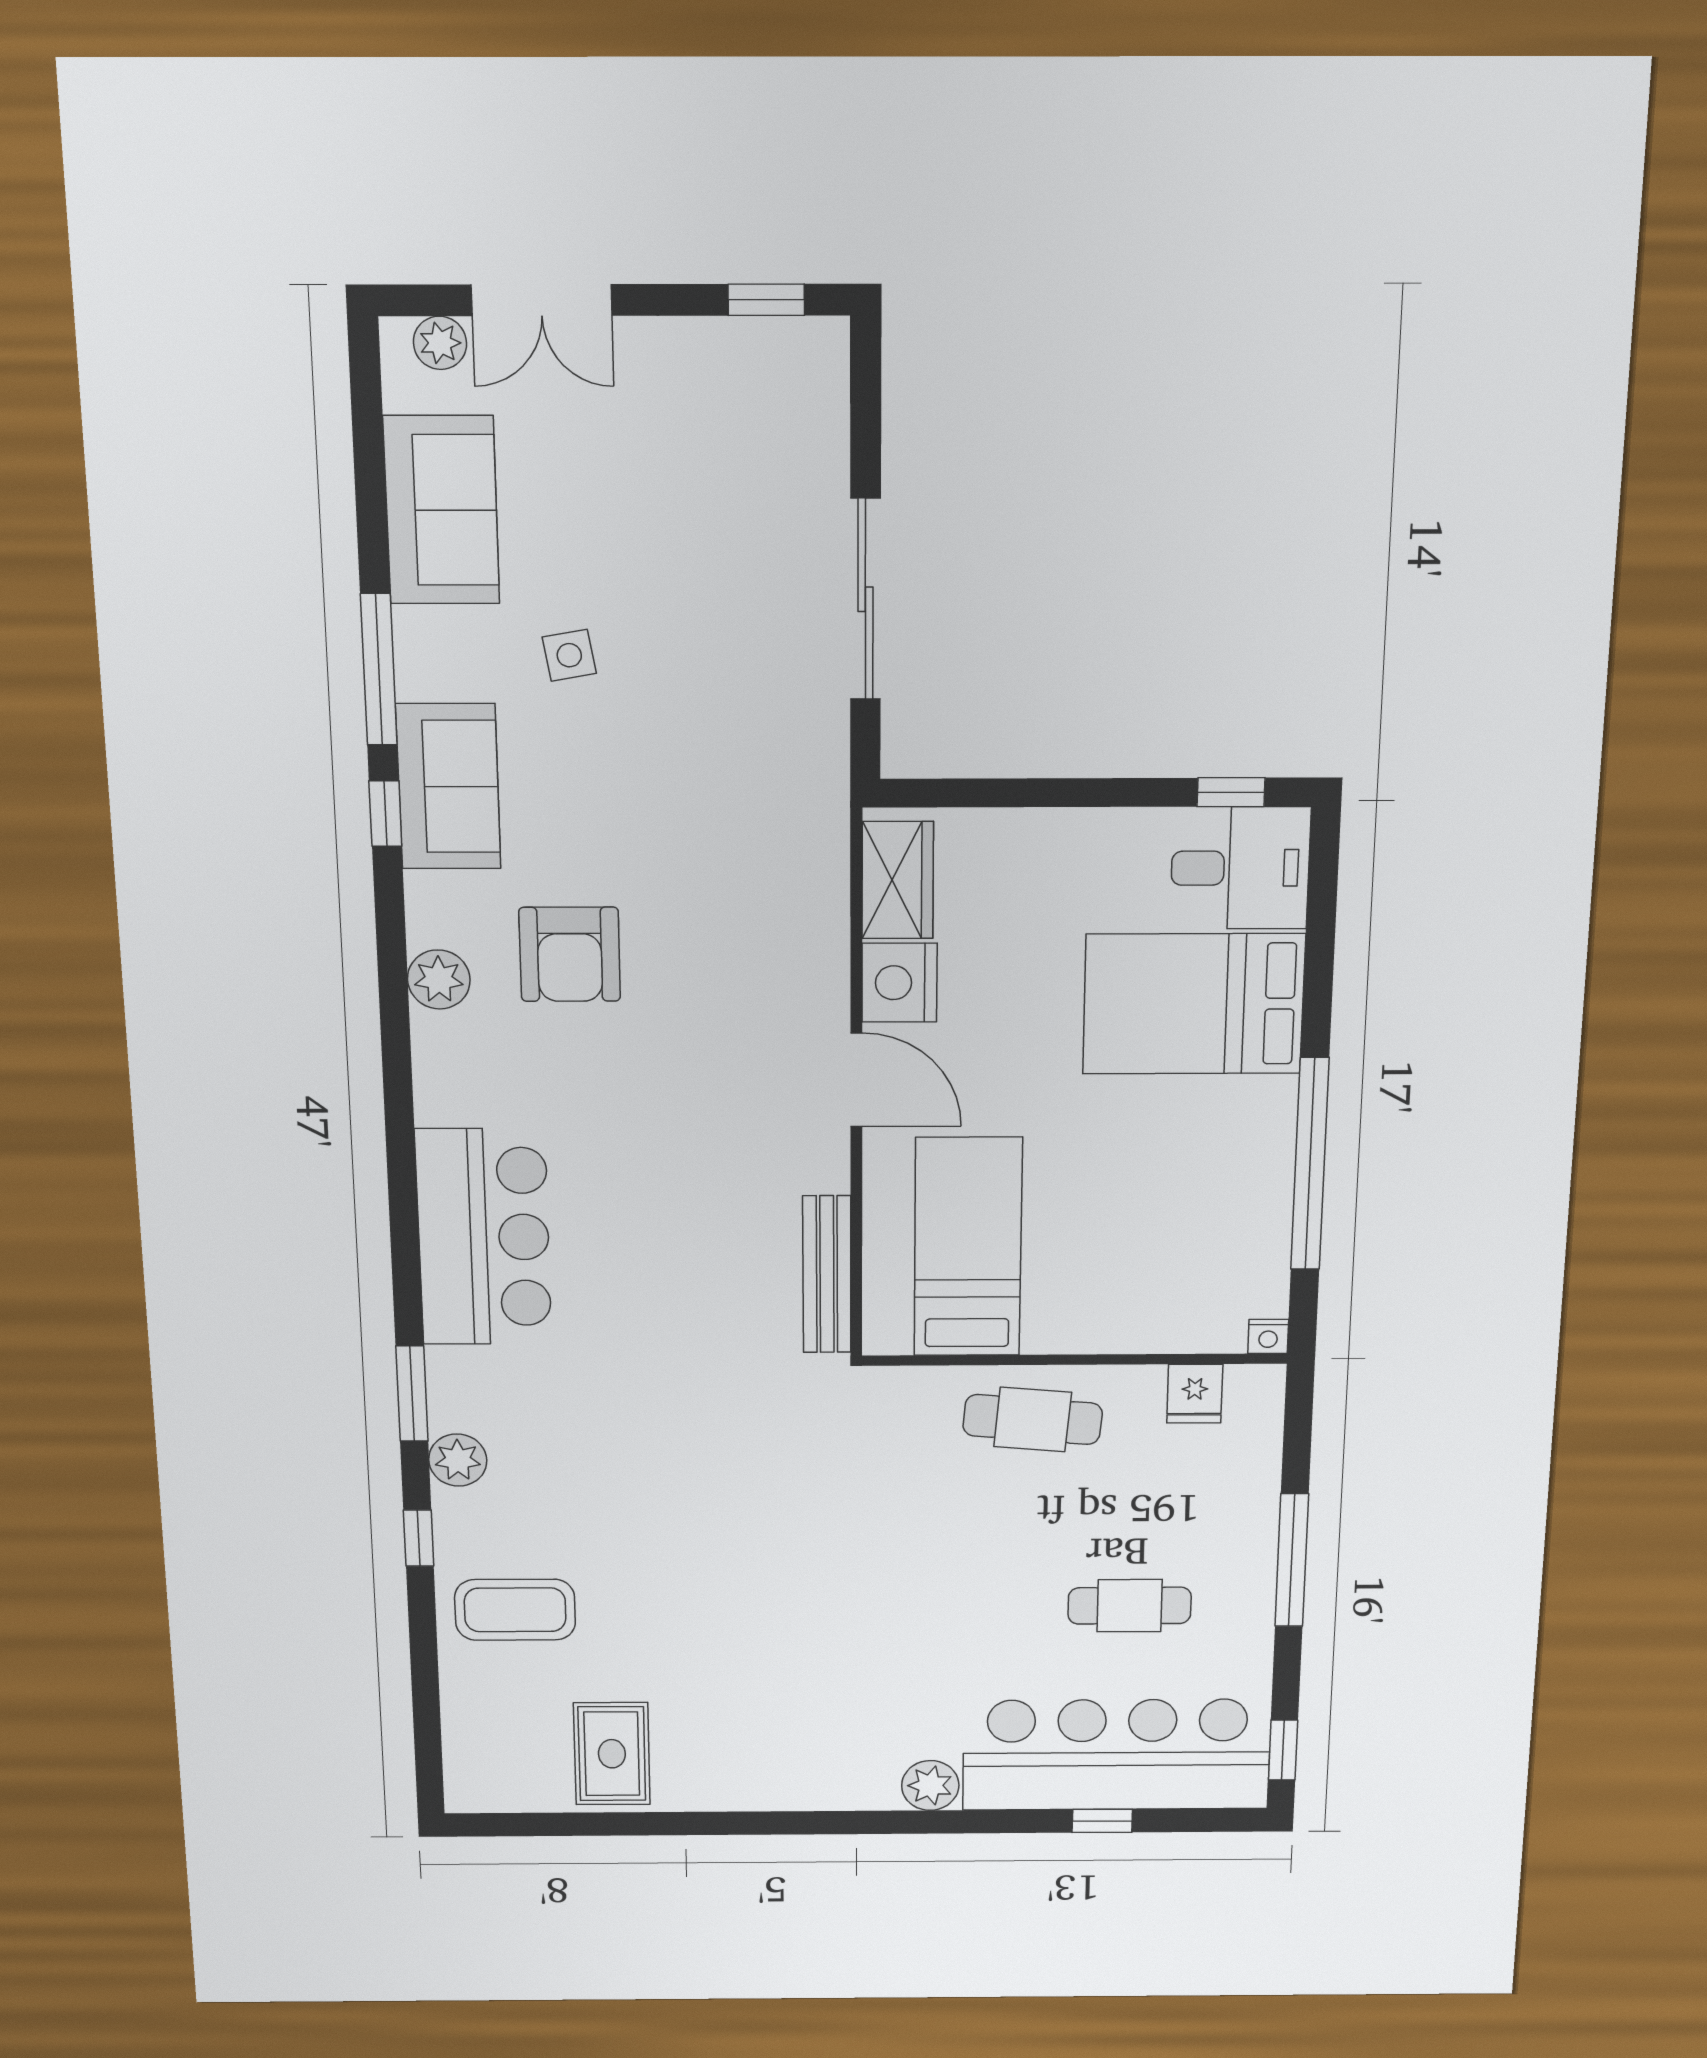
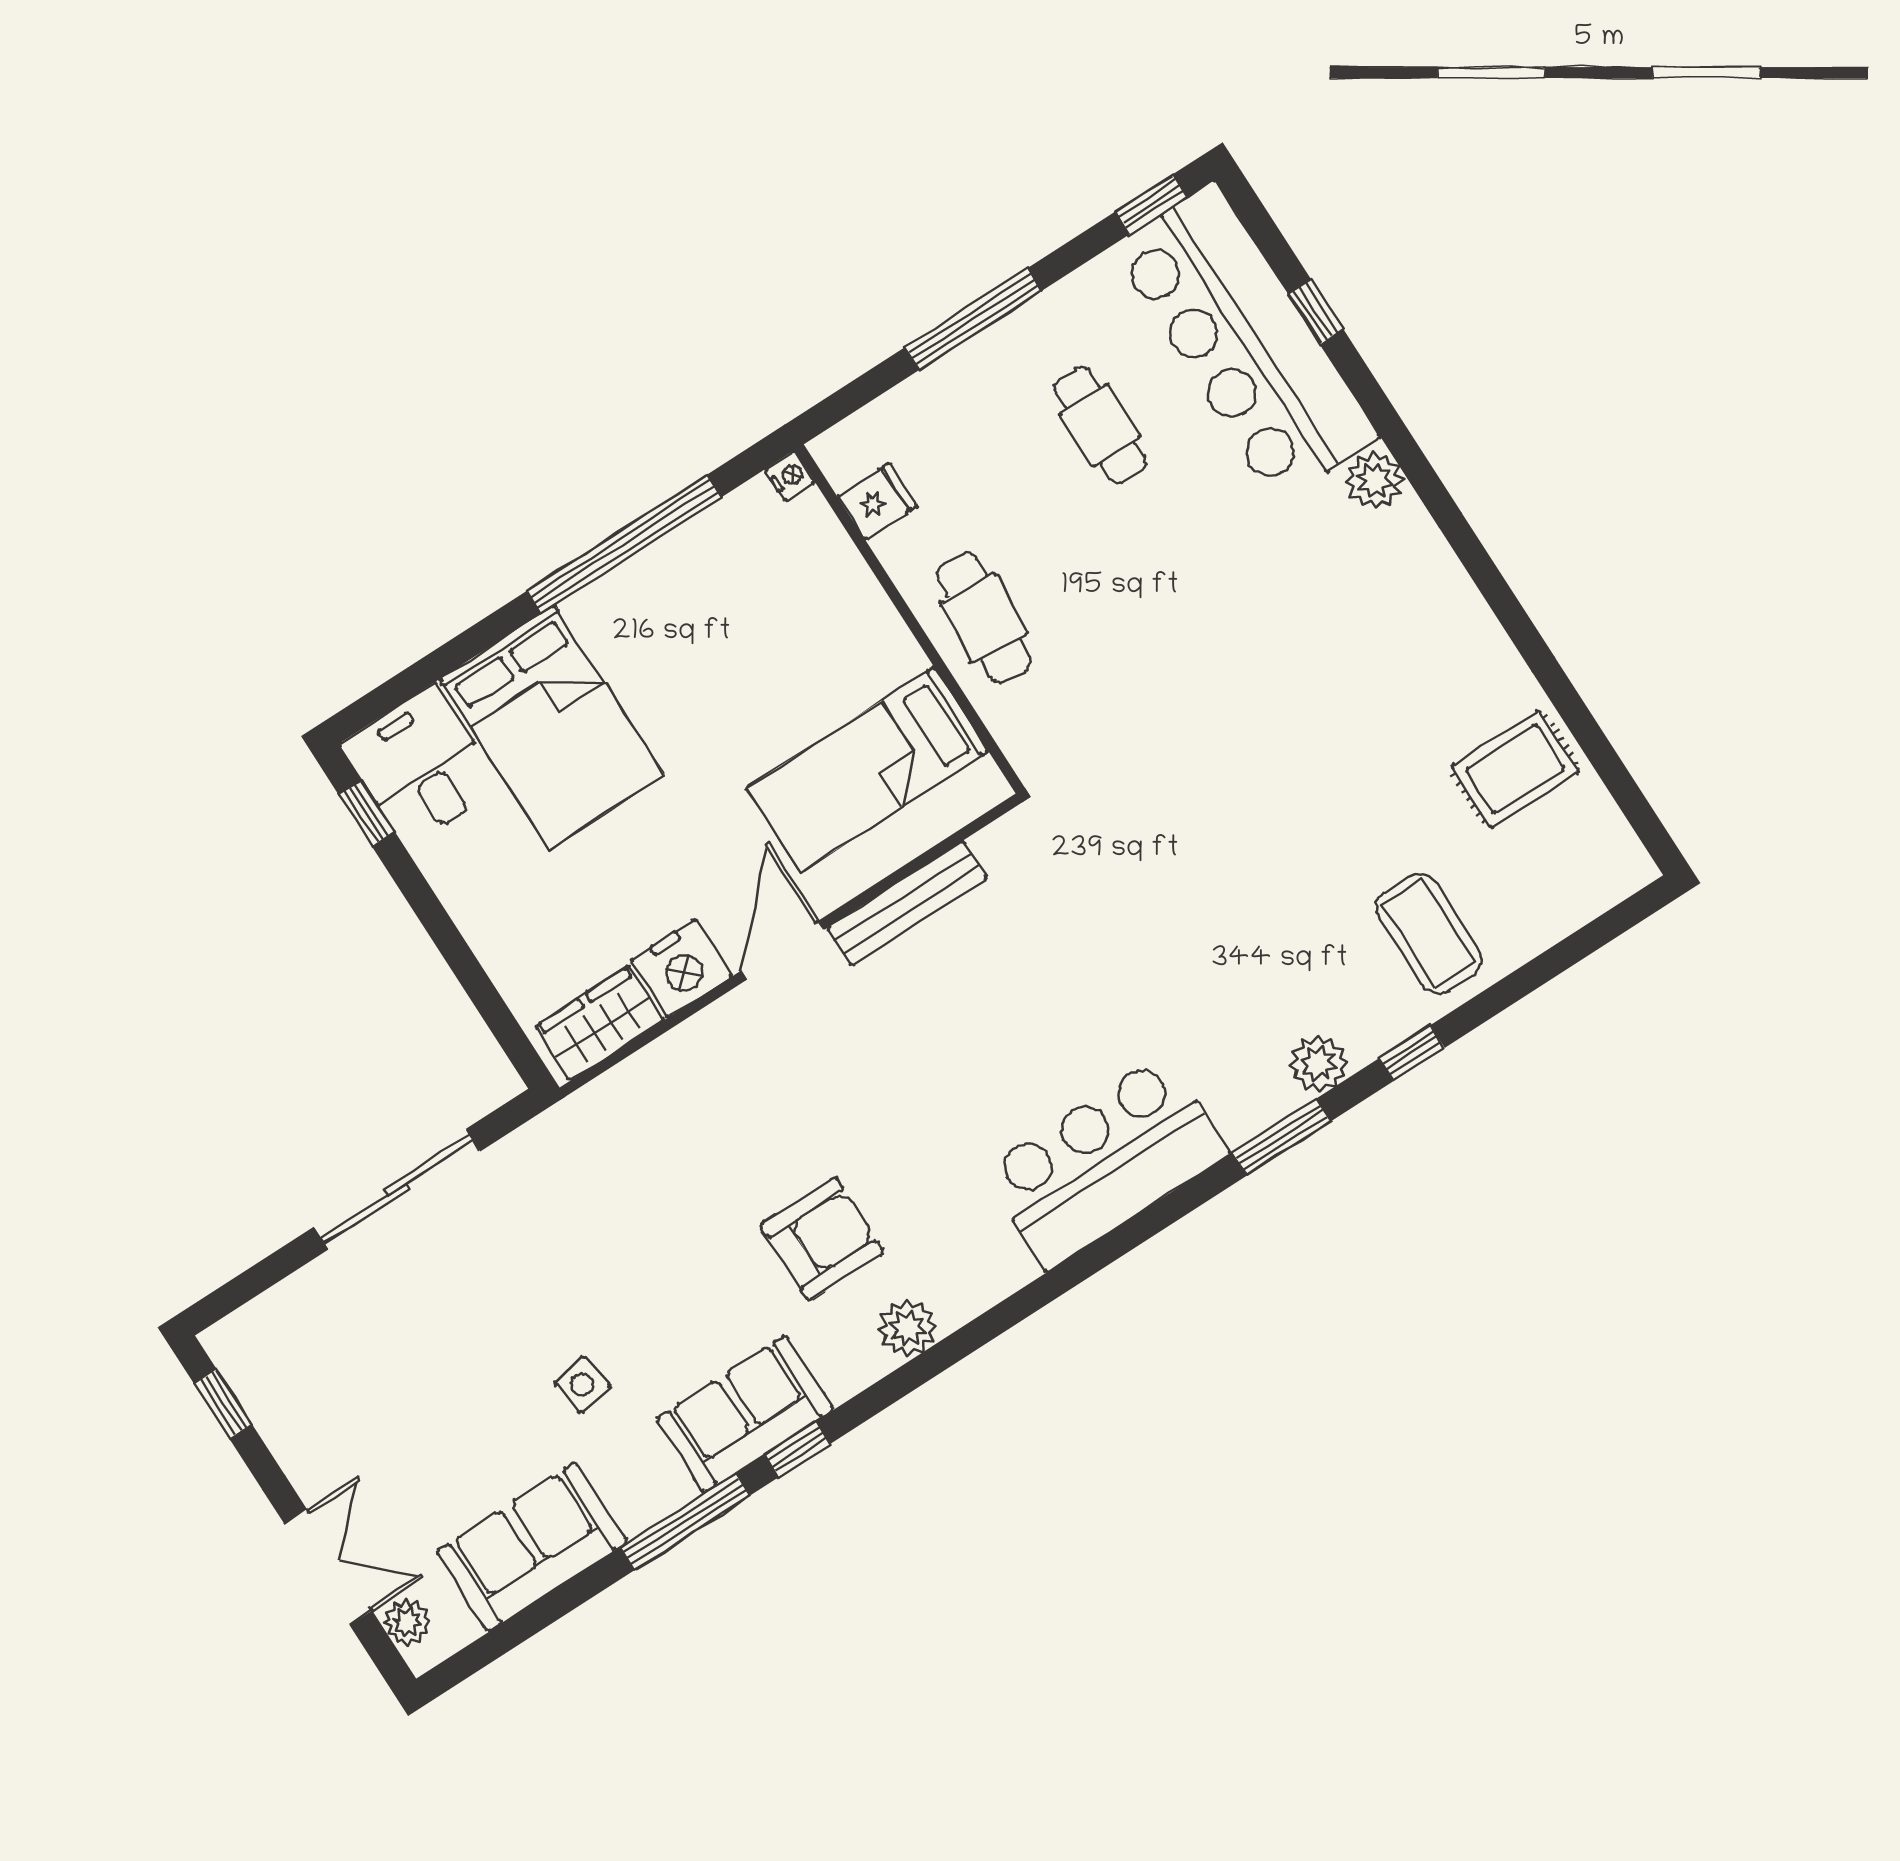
bench: (827, 1274) -> (907, 903), moved

